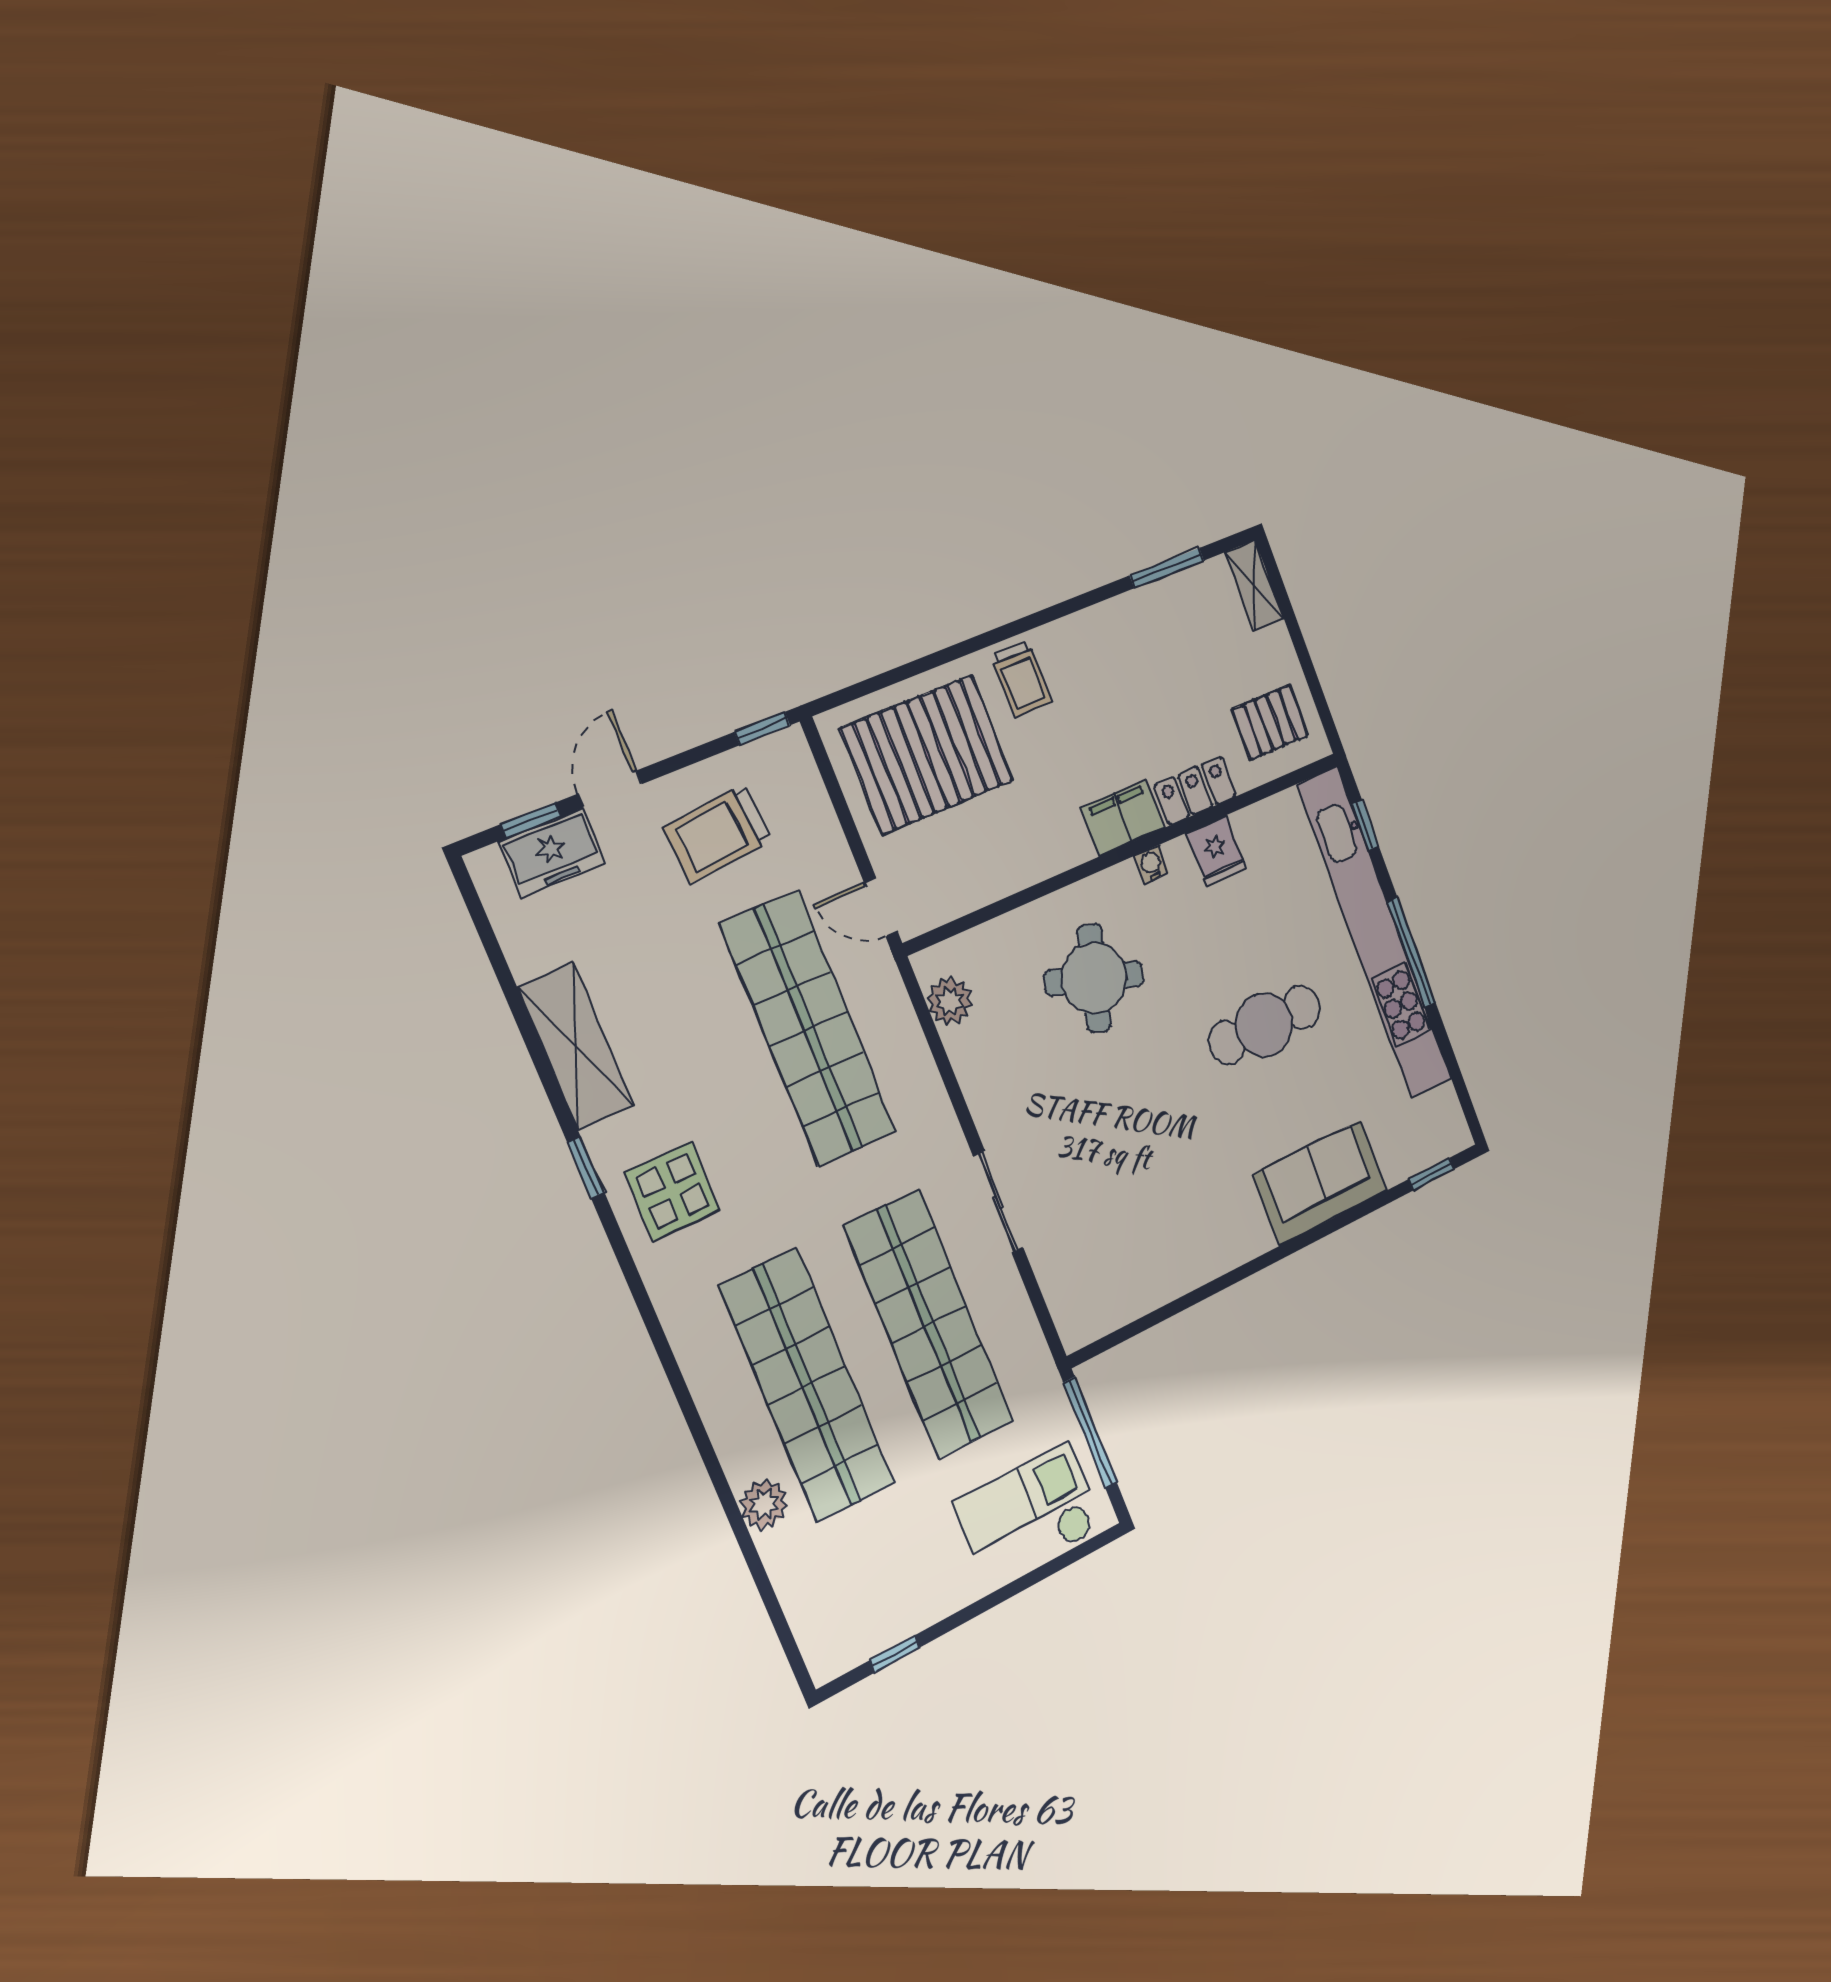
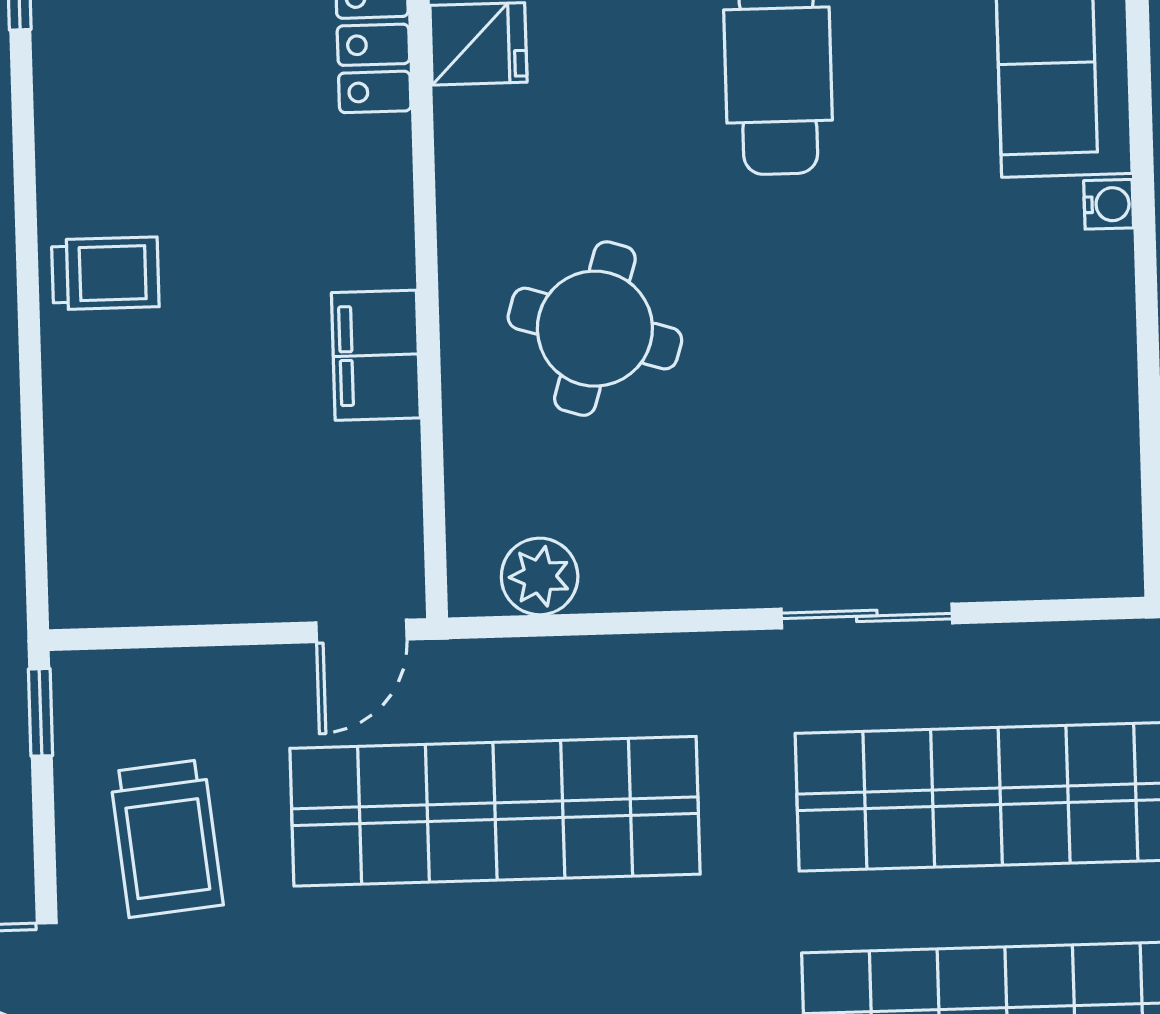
pallet: (927, 755) -> (165, 470), removed
filing cabinet: (1123, 818) -> (376, 355), moved
water cooler: (1151, 864) -> (1109, 204), moved, turned 180

